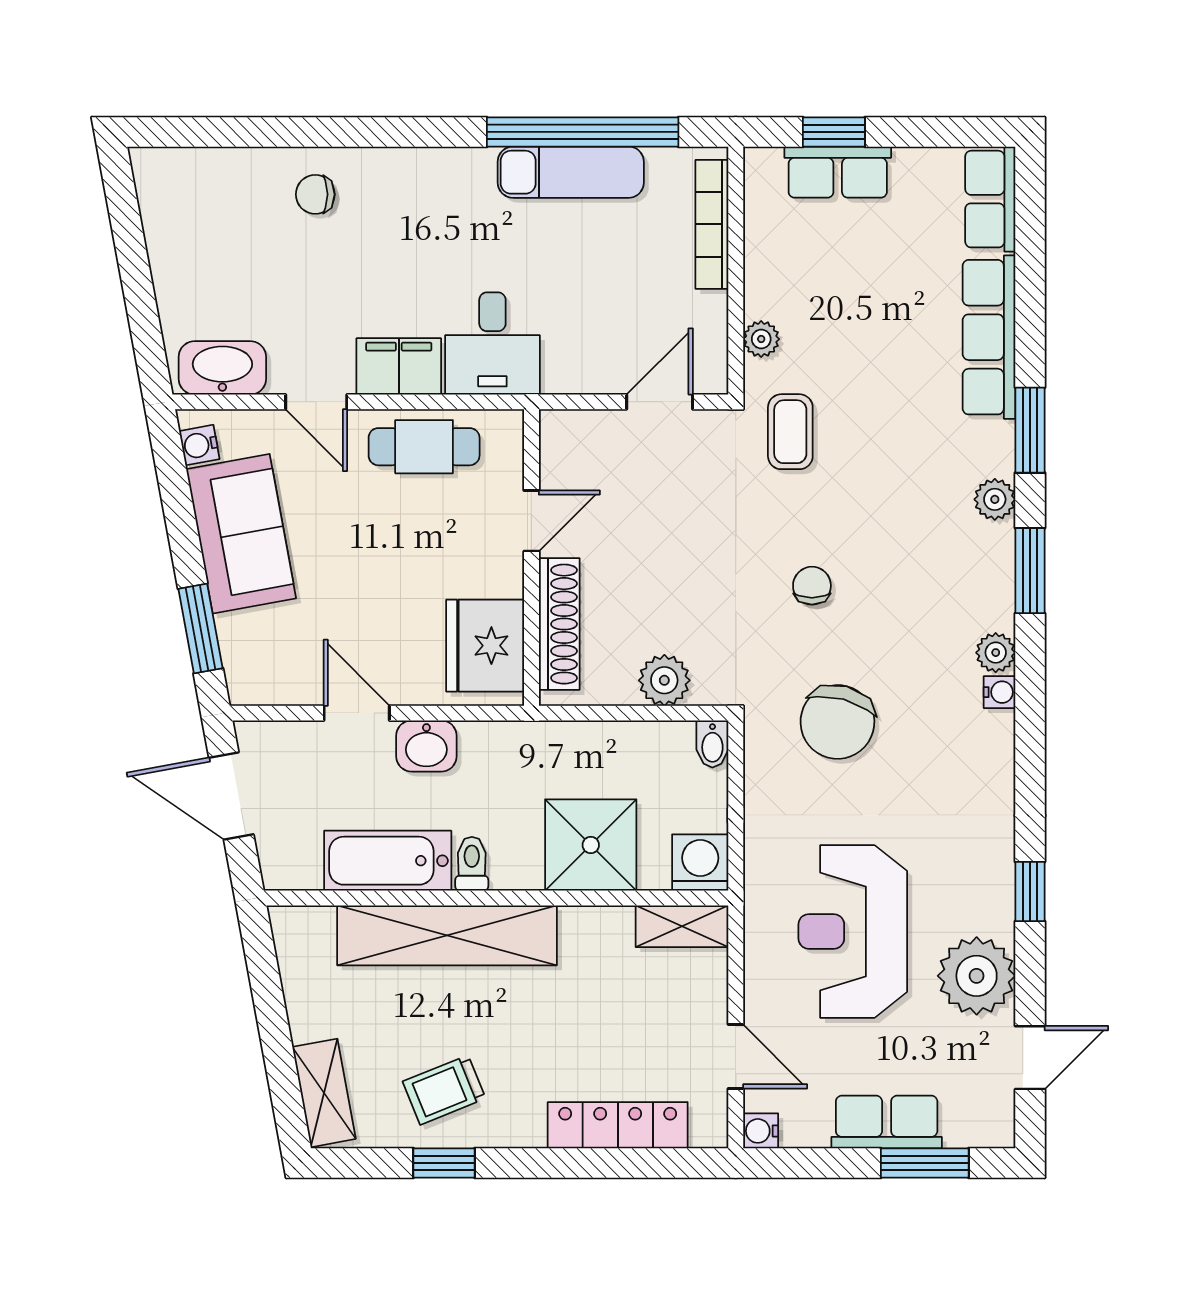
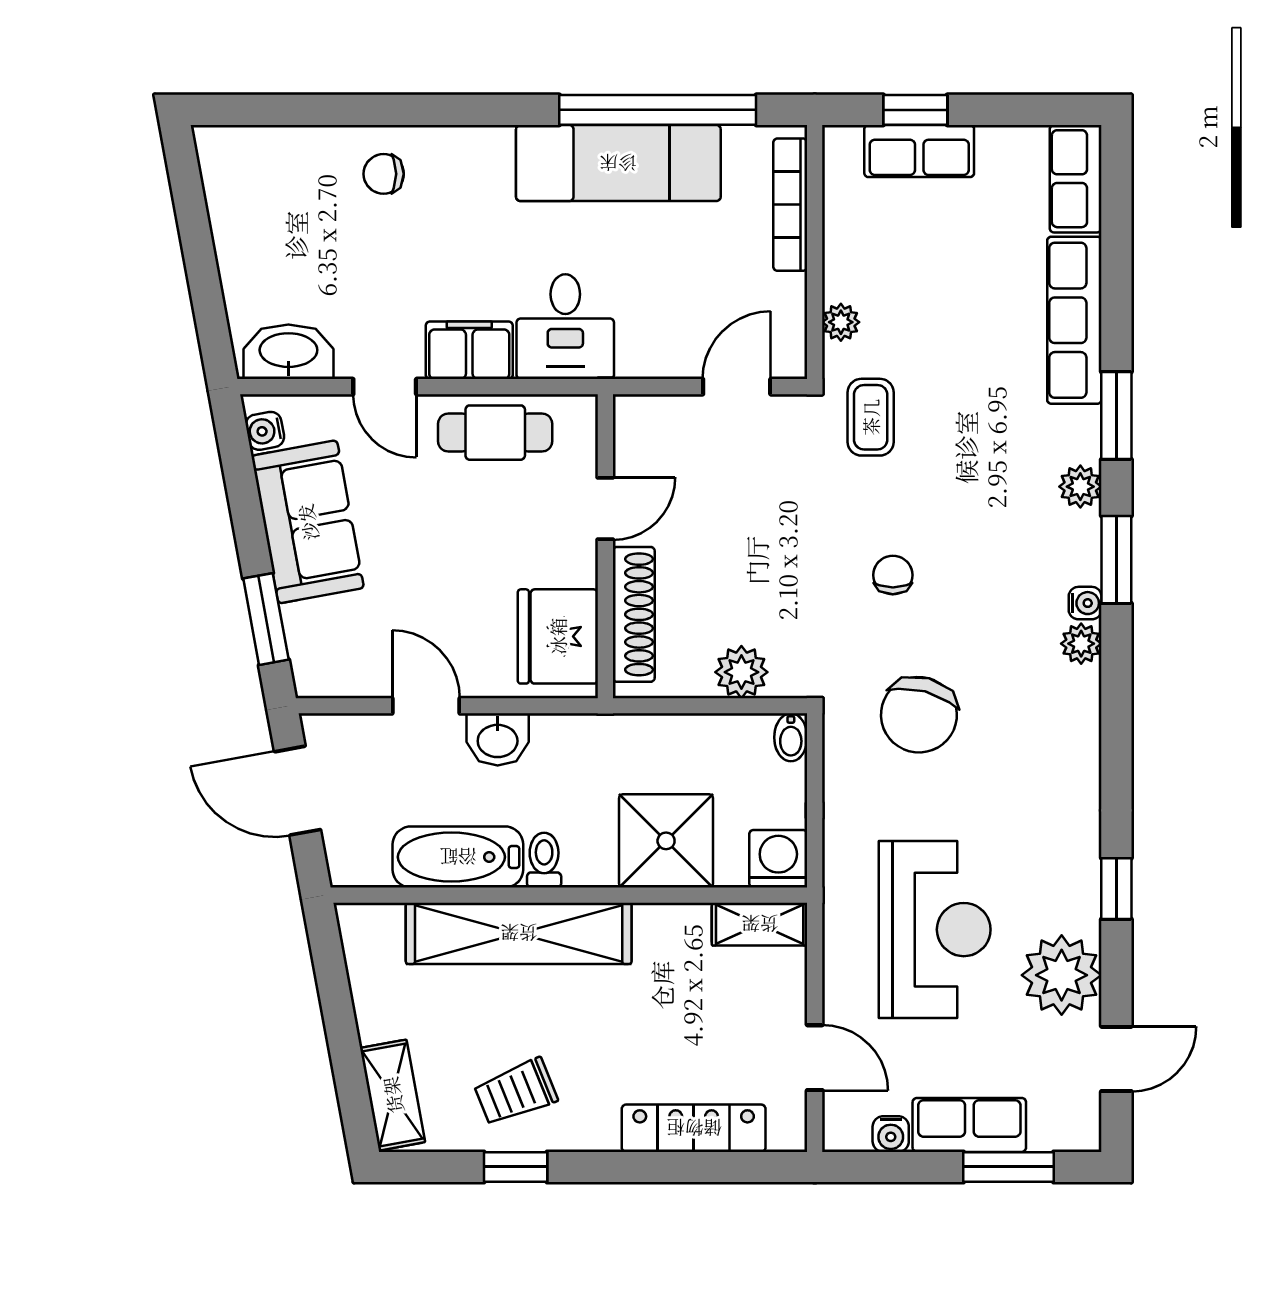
exam couch: (571, 172) -> (618, 163), width x1.36, depth x1.45
water cooler: (999, 692) -> (1085, 603), moved
reception desk: (853, 931) -> (935, 930), turned 180
water cooler: (761, 1131) -> (891, 1134), moved, turned -90

